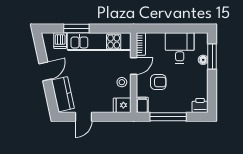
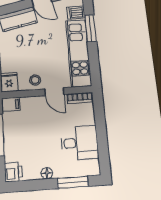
floor lamp: (203, 60) -> (47, 173), moved
armchair: (158, 82) -> (38, 121), removed

